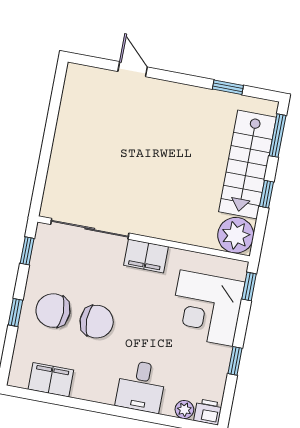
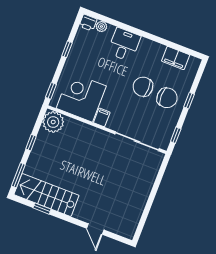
stairs: (247, 164) -> (46, 195), moved, turned -90
filing cabinet: (146, 256) -> (102, 117), width x0.50
corner desk: (207, 308) -> (81, 97), moved, turned -90

